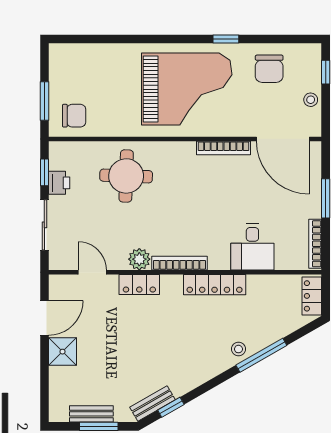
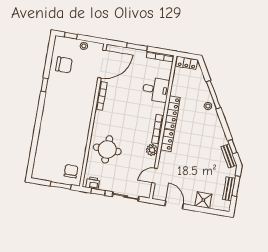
grand piano: (187, 89) -> (67, 110), removed
printer: (59, 183) -> (93, 183), moved
locker: (139, 285) -> (167, 140), moved
shower: (63, 352) -> (203, 200), moved

